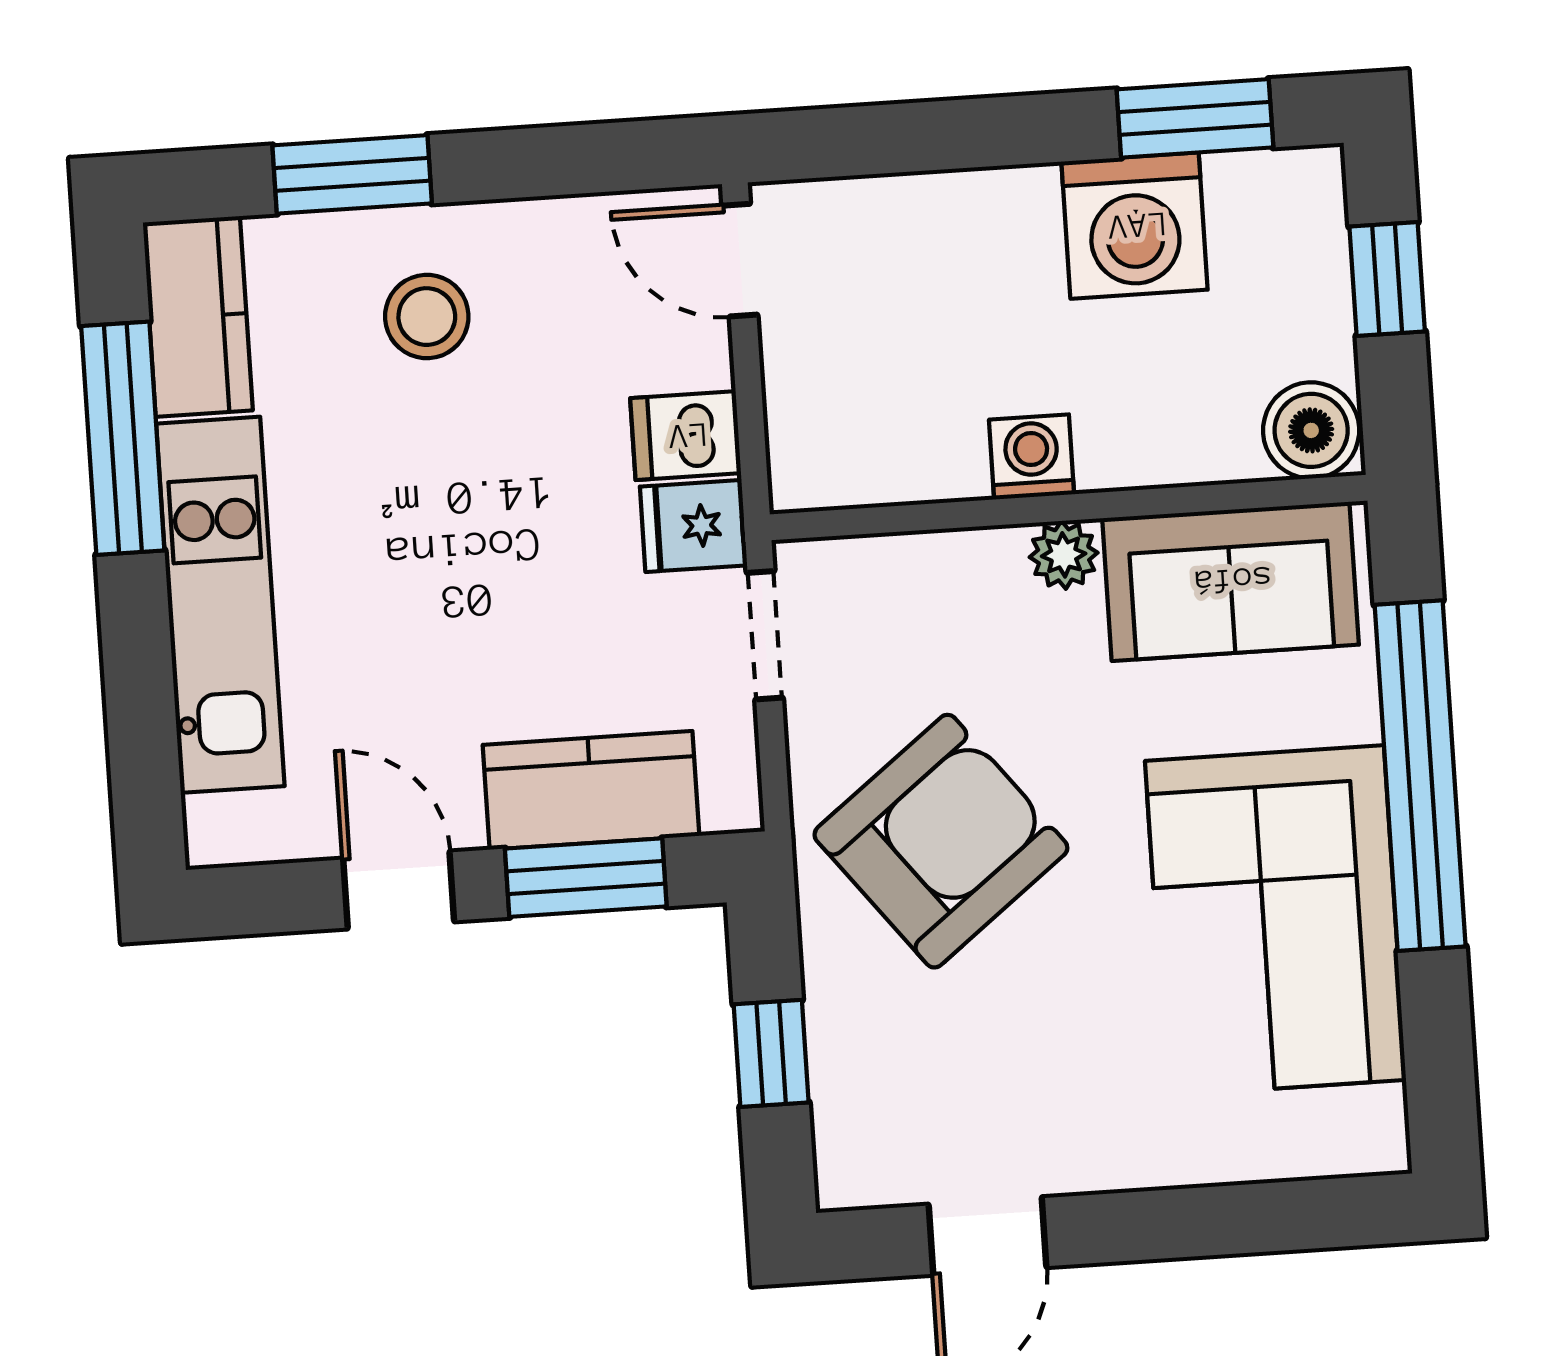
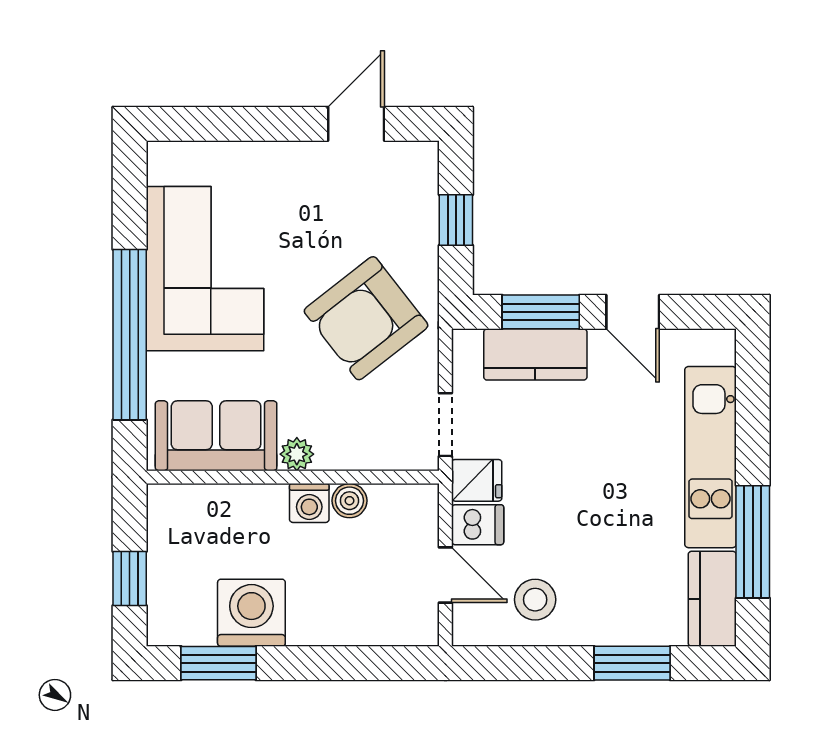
door: (740, 260) -> (445, 575), moved
stool: (427, 317) -> (535, 600), moved
boiler: (1311, 430) -> (349, 501), moved, width x0.73, depth x0.73

